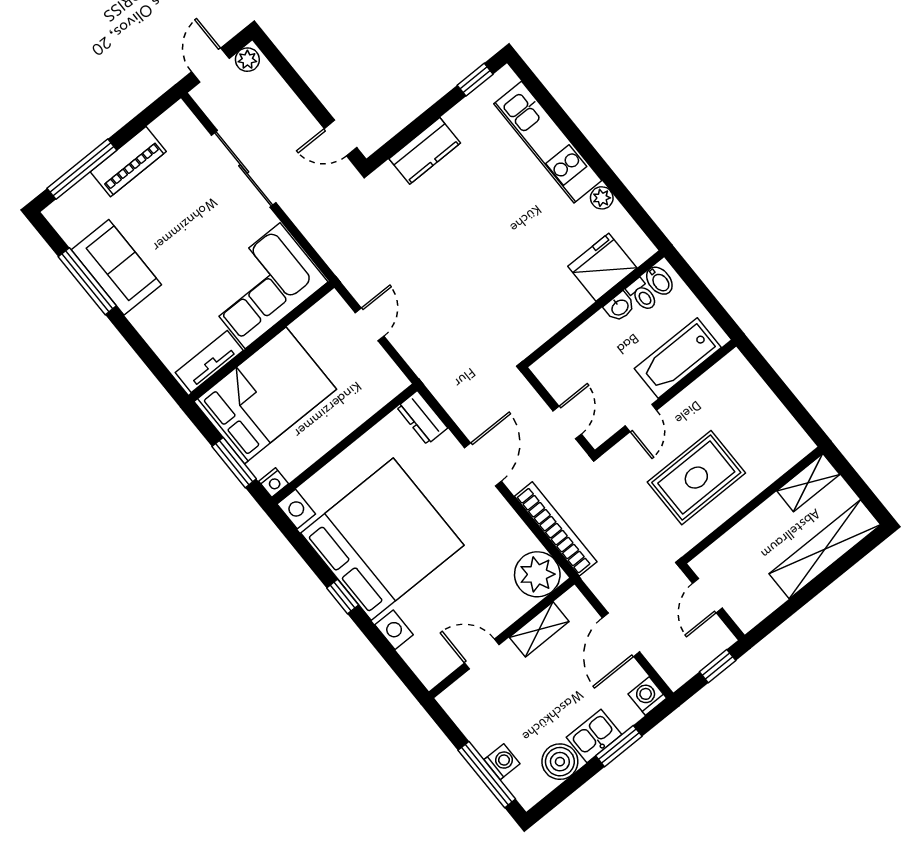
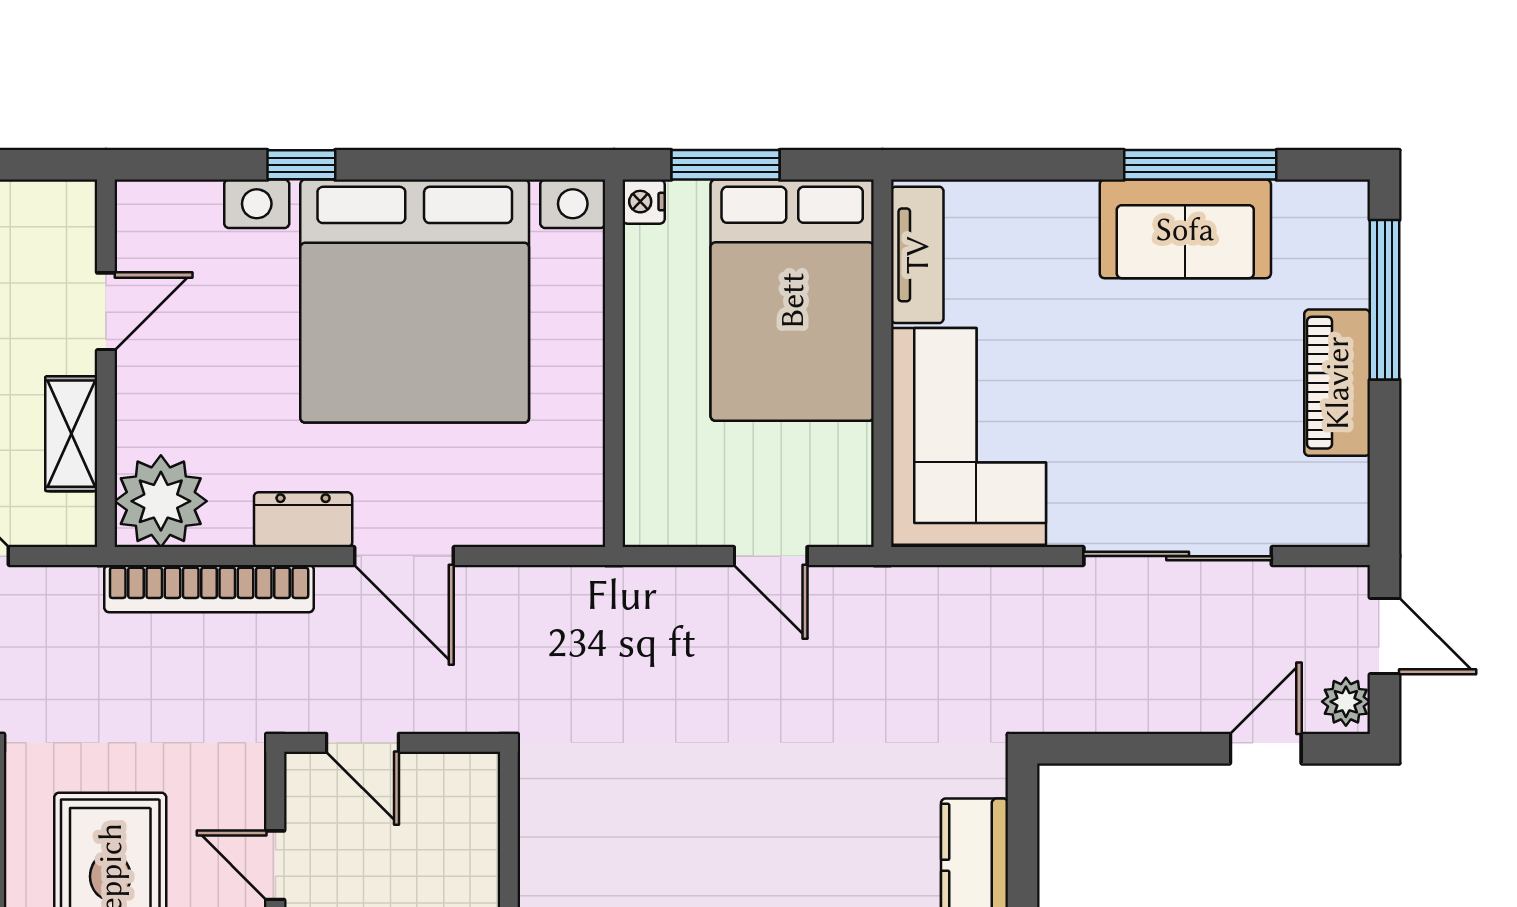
door: (340, 138) -> (1266, 749), moved
dresser: (422, 418) -> (303, 520), moved
window: (343, 597) -> (301, 165), moved

